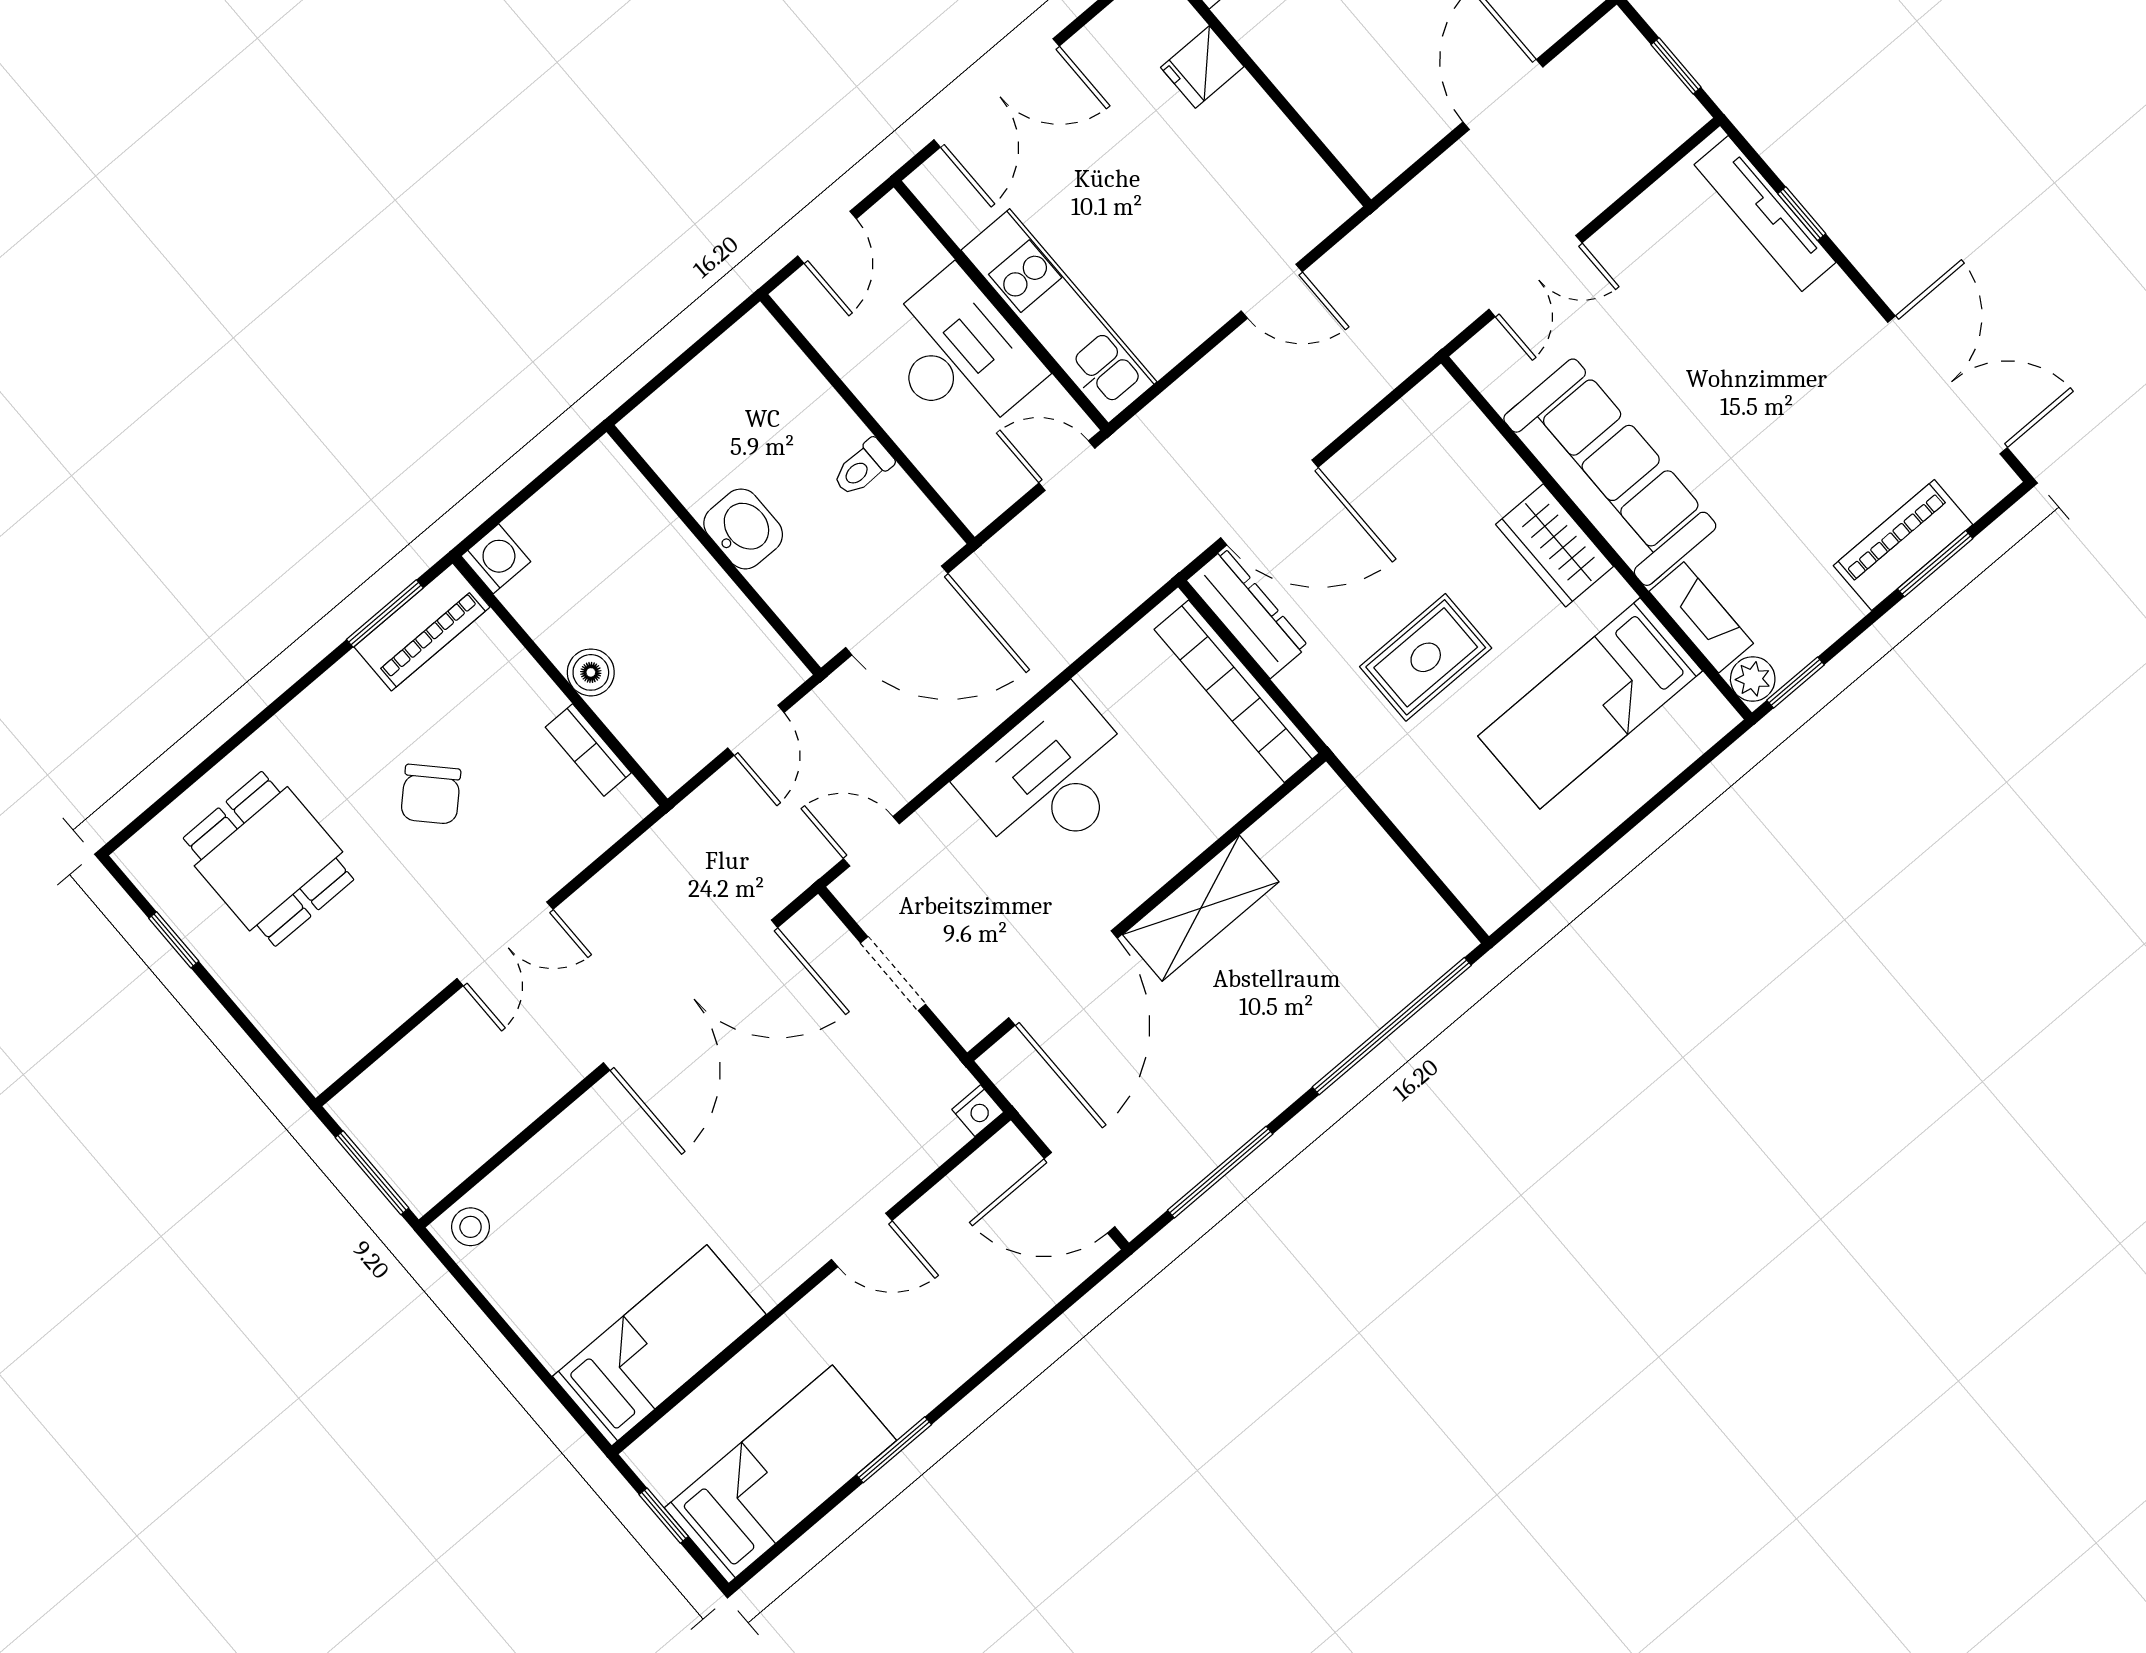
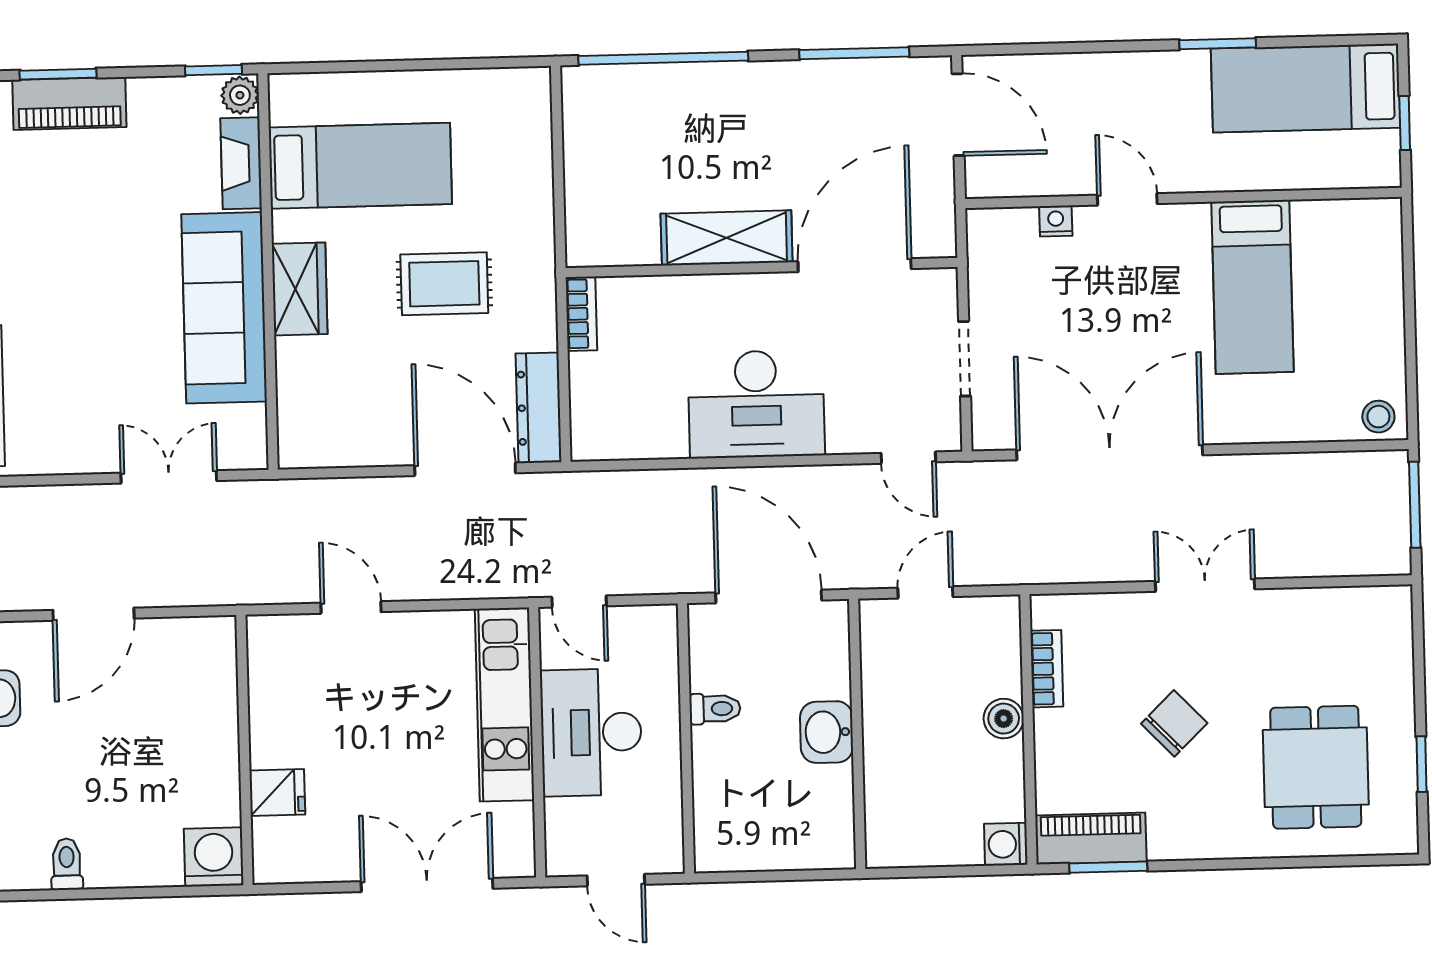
door: (827, 237) -> (616, 880), swing flipped
bookcase: (1237, 691) -> (581, 314), width x0.43, depth x0.76
nightstand: (978, 1111) -> (1056, 221), moved
bed: (659, 1345) -> (1253, 287), moved, turned -90

